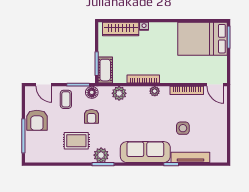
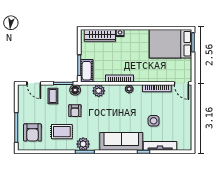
armchair: (37, 120) -> (32, 132), moved

